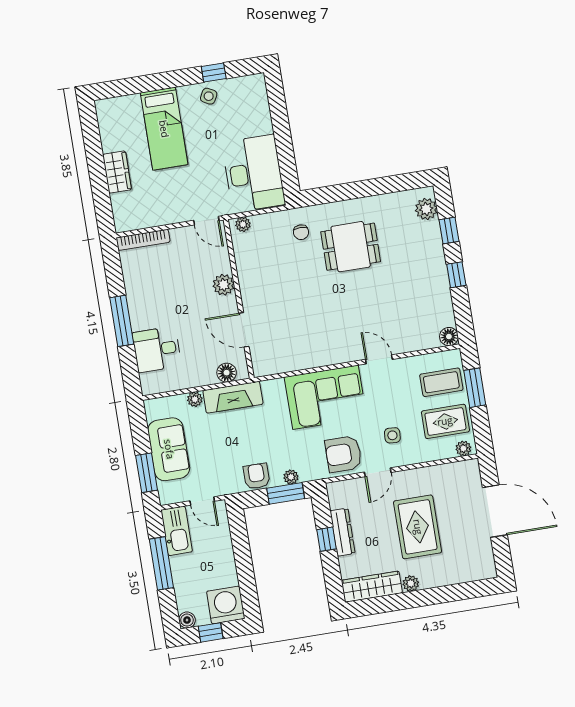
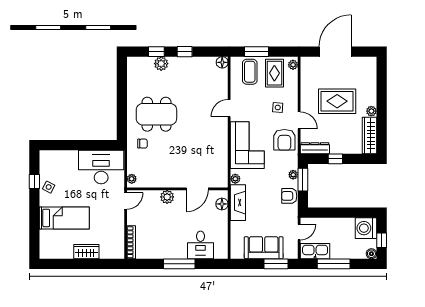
plant: (426, 209) -> (161, 64), moved
dining table: (351, 247) -> (156, 114), width x1.37
plant: (195, 399) -> (235, 179), moved
dresser: (343, 532) -> (315, 148), moved

